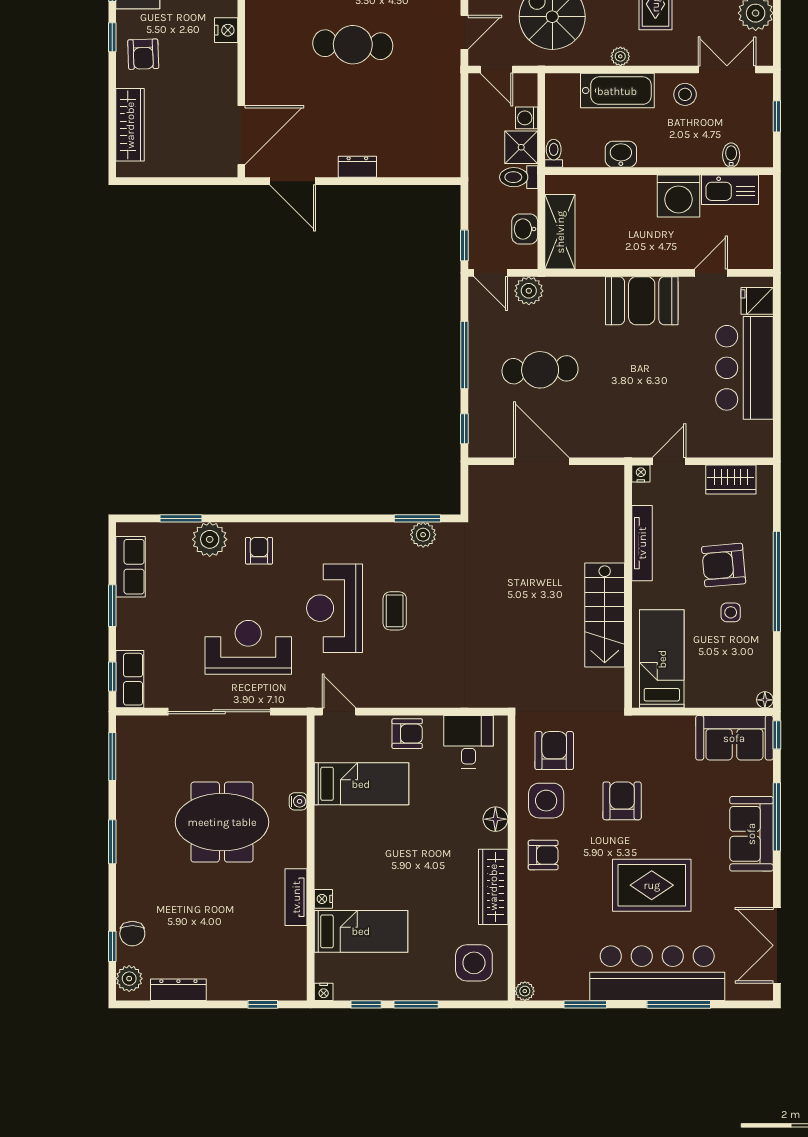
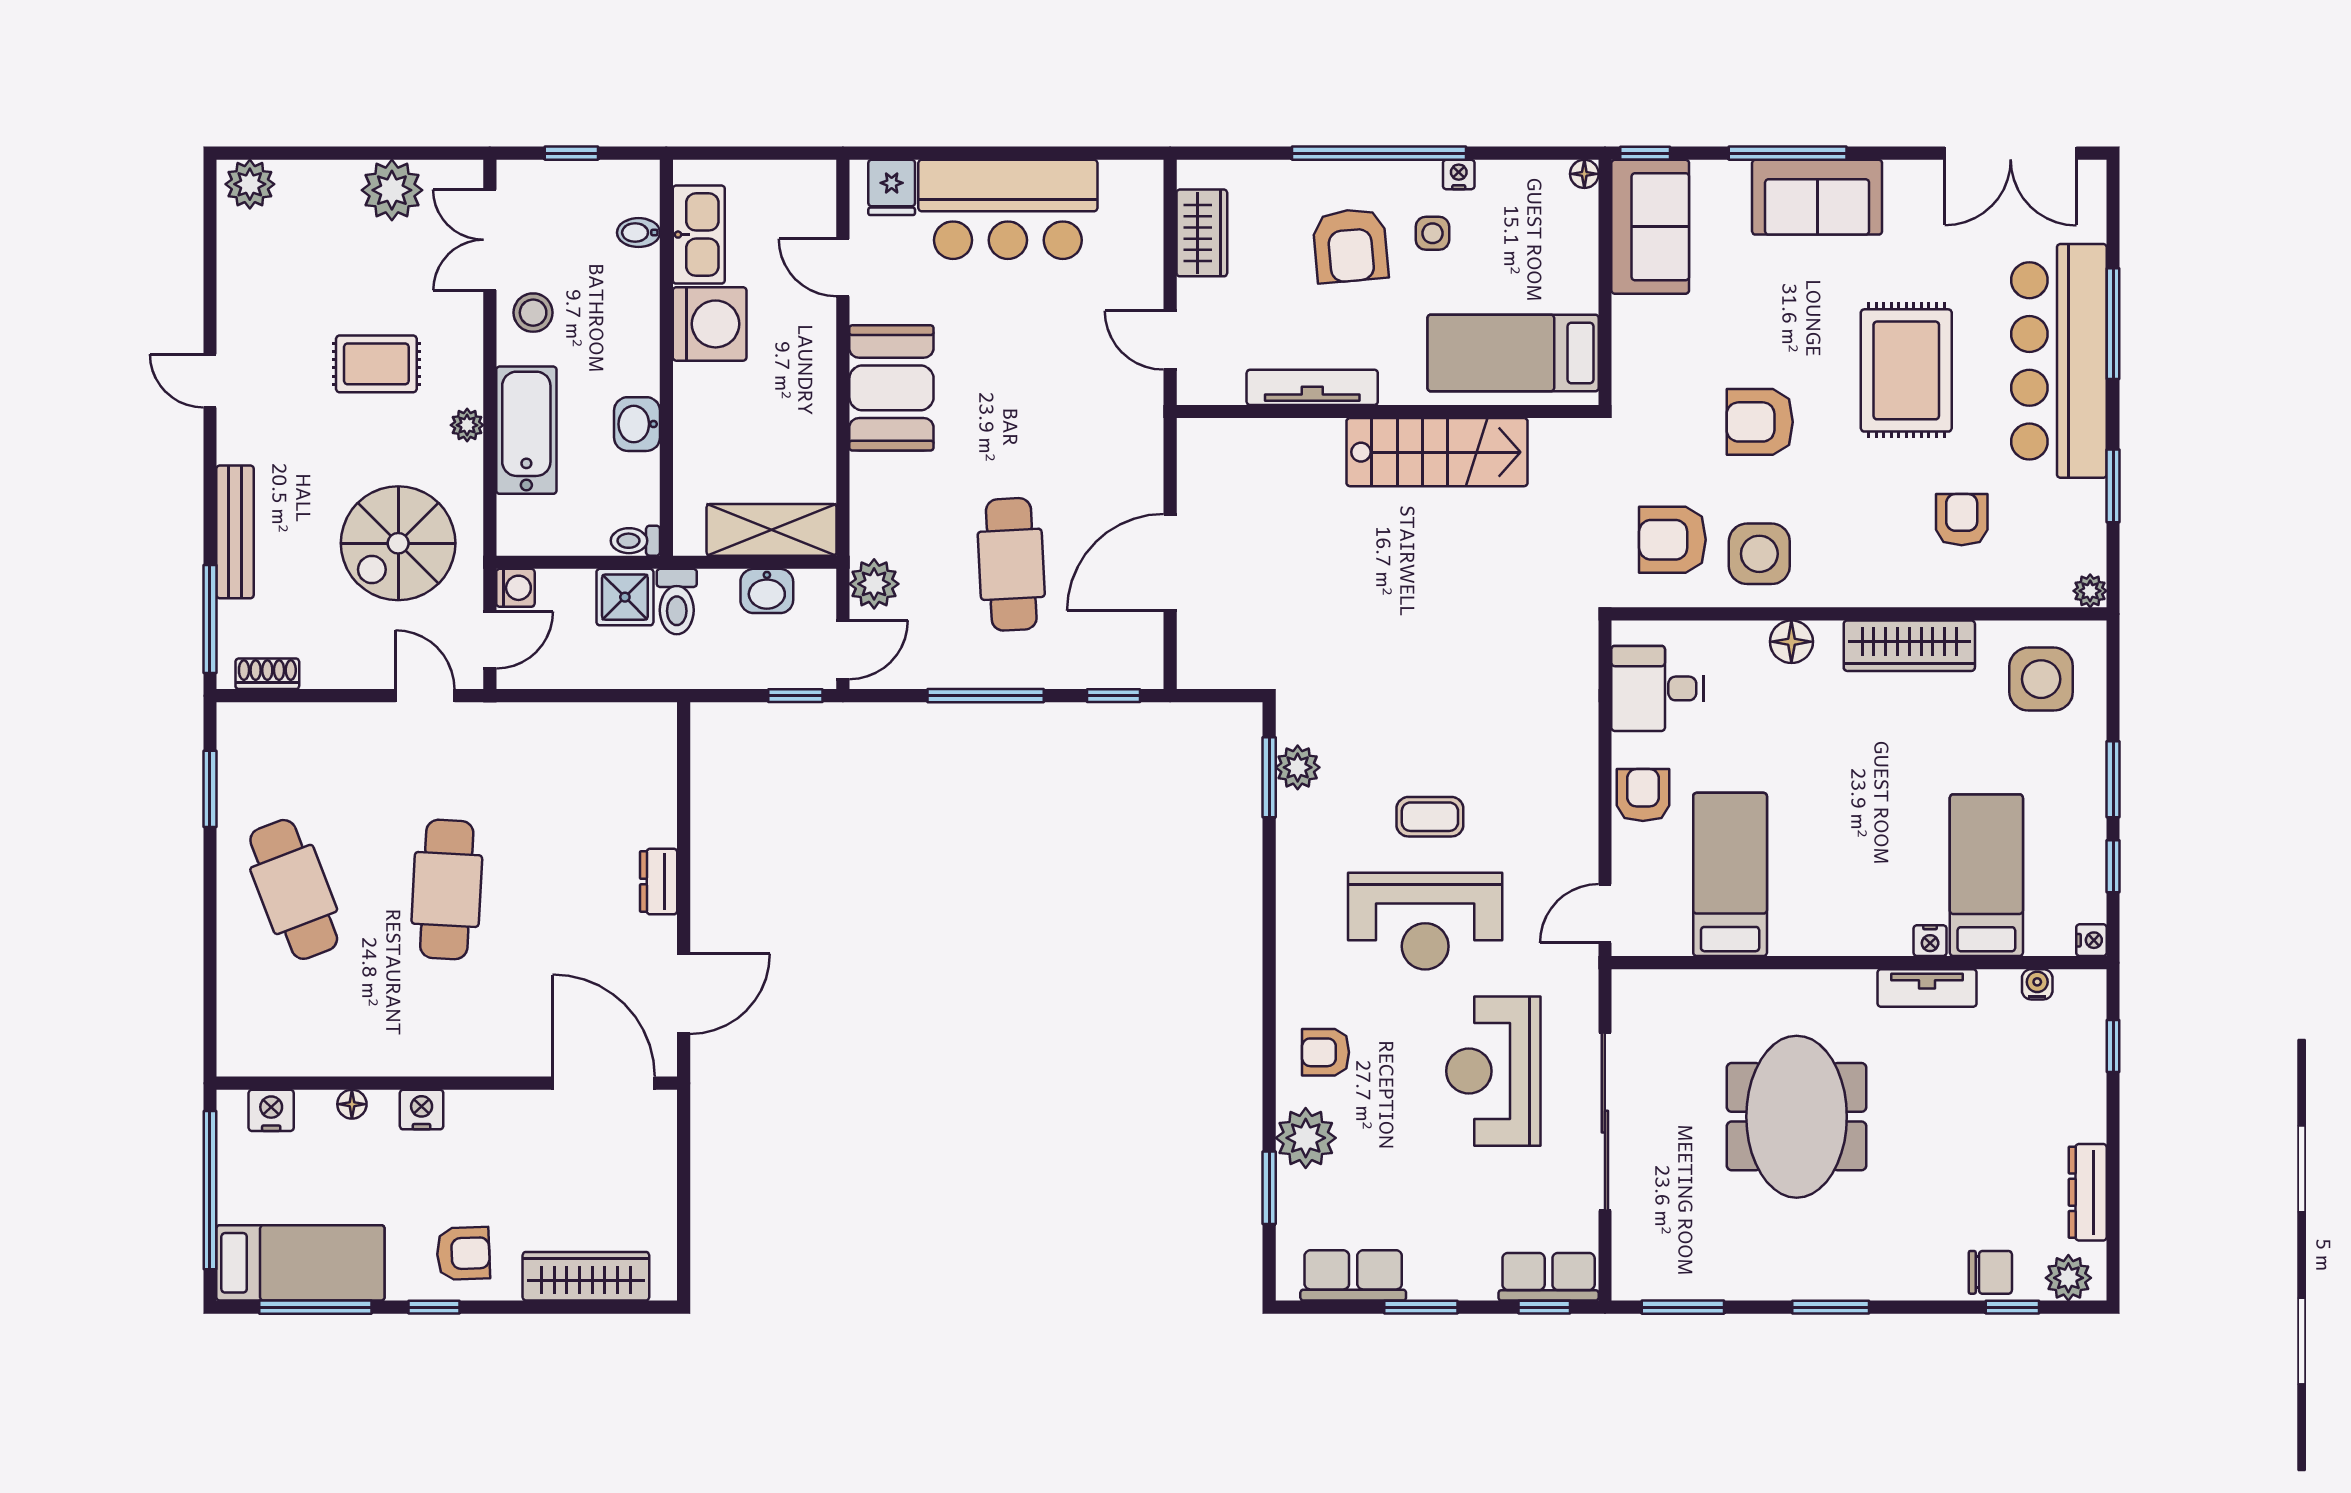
washing machine: (527, 118) -> (515, 588), moved, turned -90
nightstand: (641, 474) -> (1459, 174), moved, turned 90
water cooler: (298, 801) -> (2037, 984), moved
armchair: (543, 855) -> (1962, 520), moved

